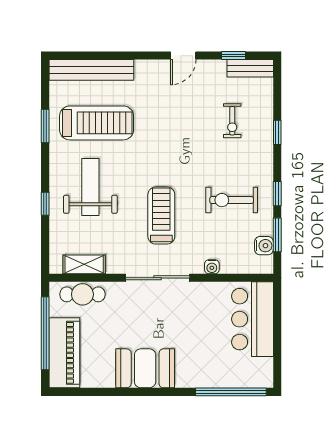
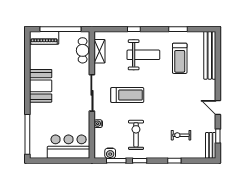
treadmill: (97, 123) -> (180, 58), width x0.73, depth x0.73
piano: (64, 353) -> (44, 38), width x0.73, depth x0.75

